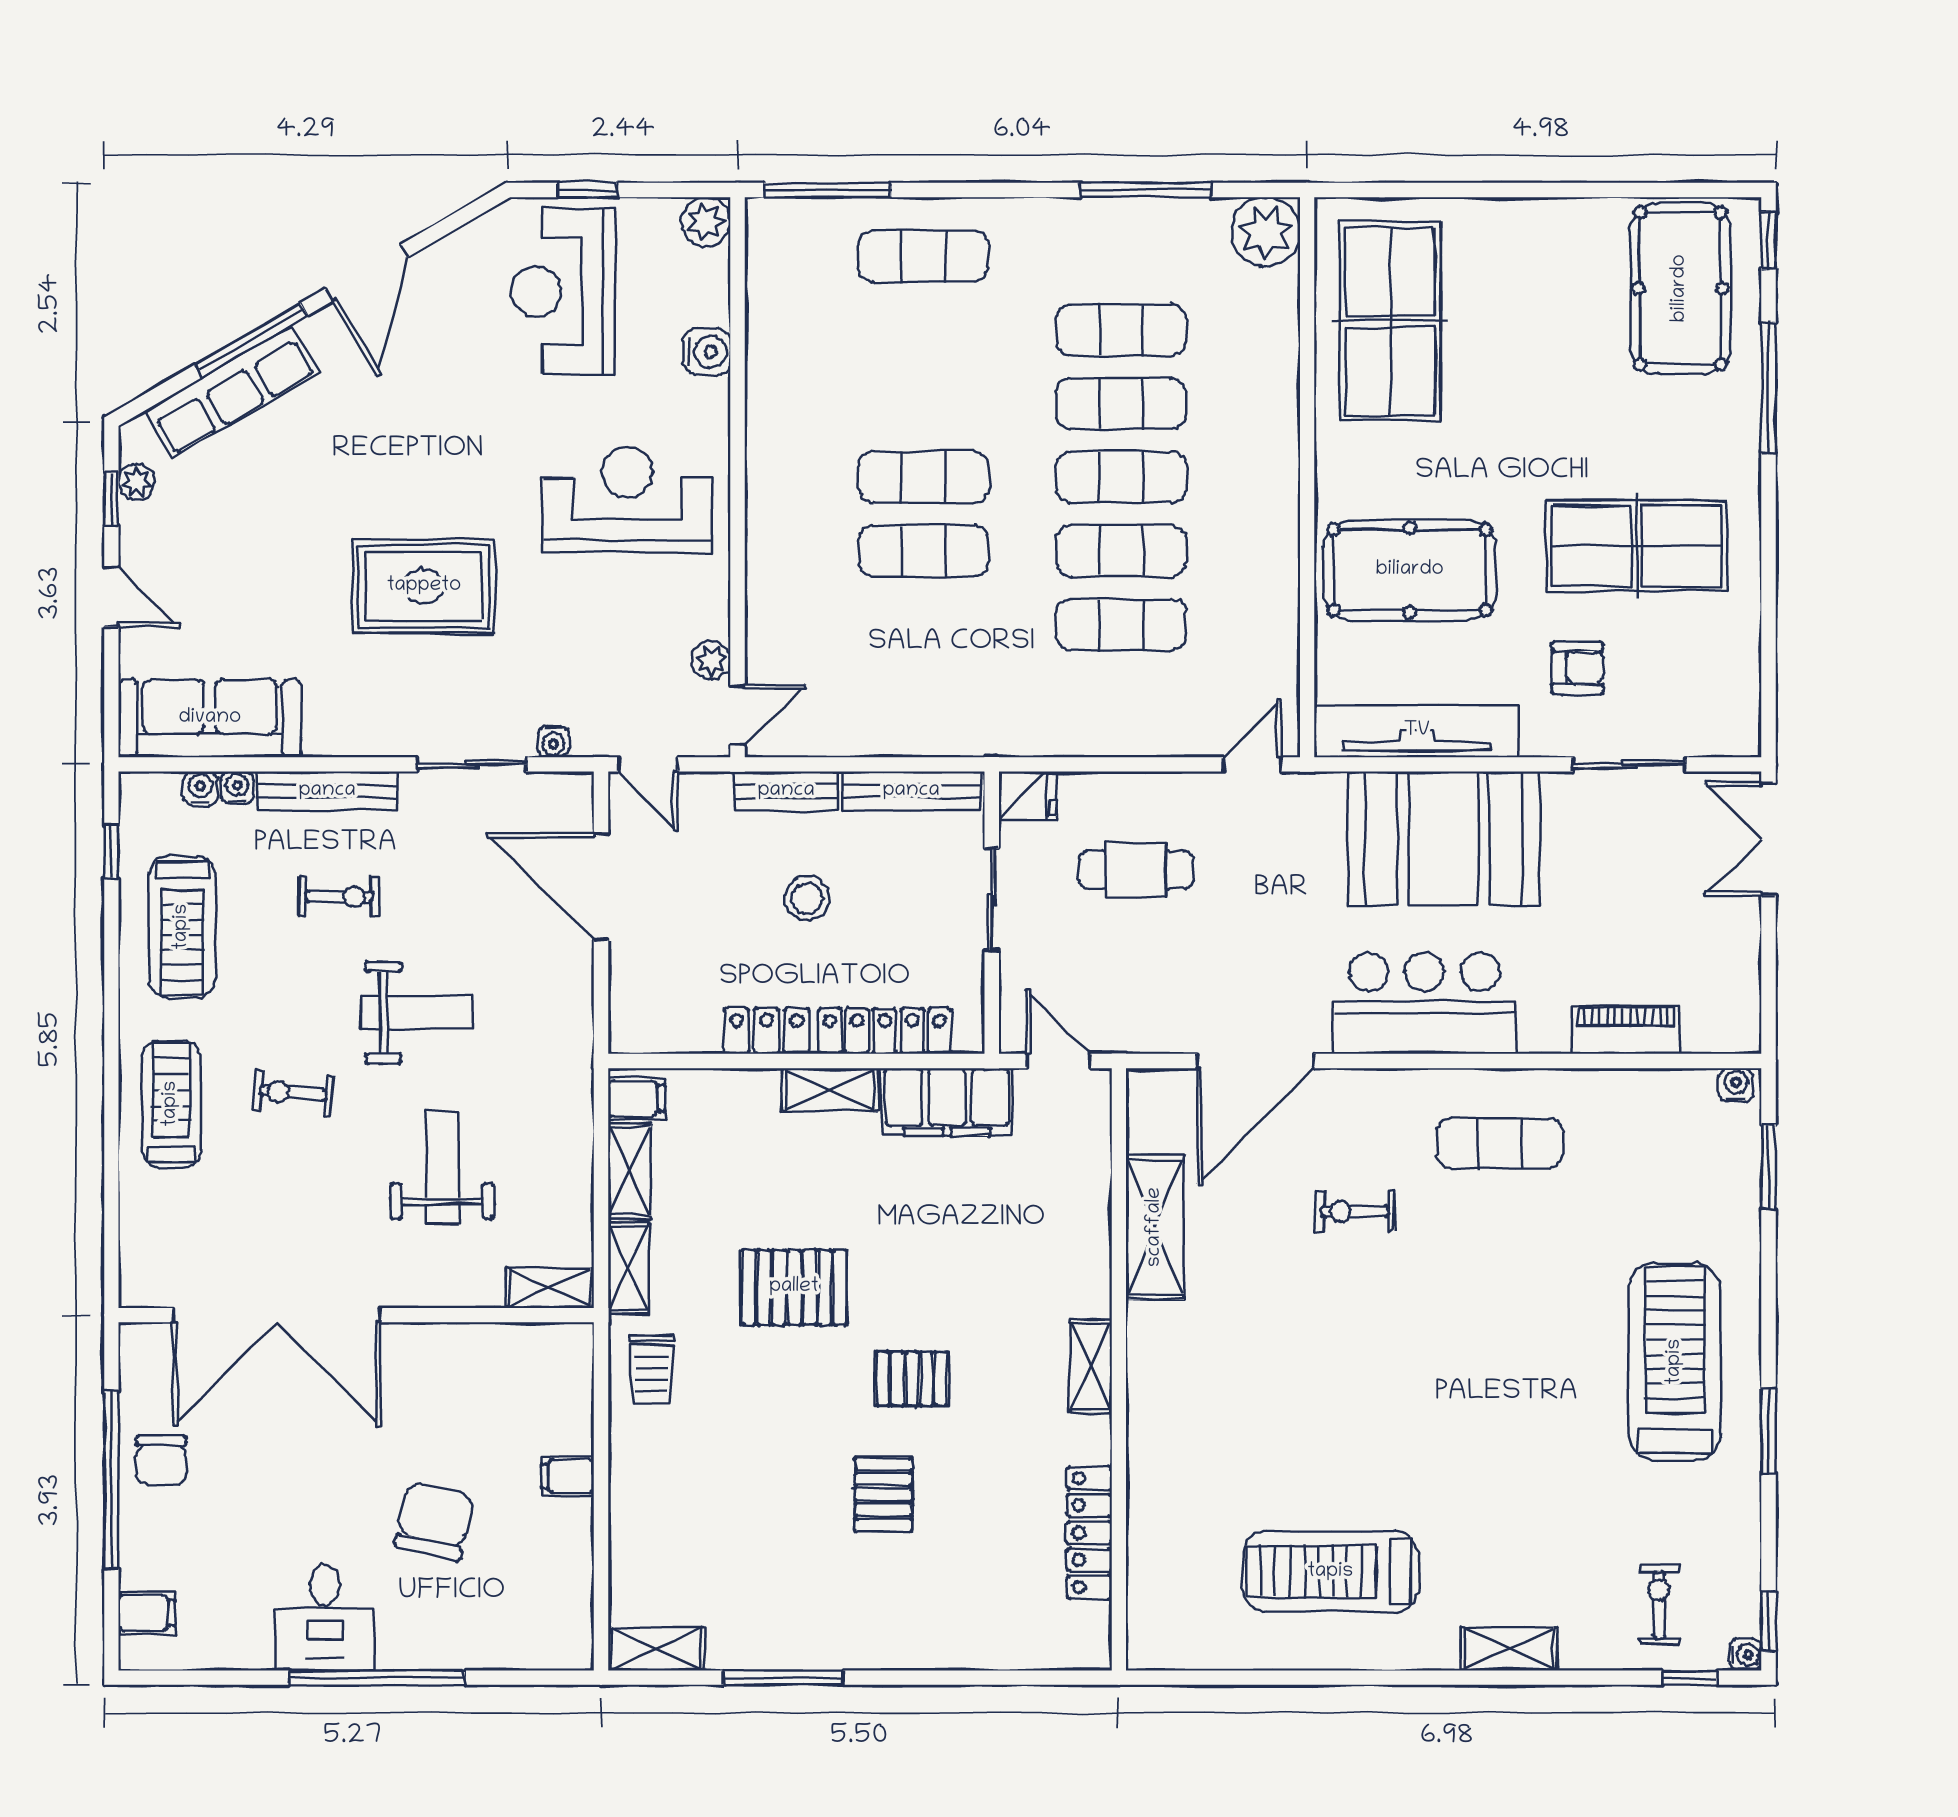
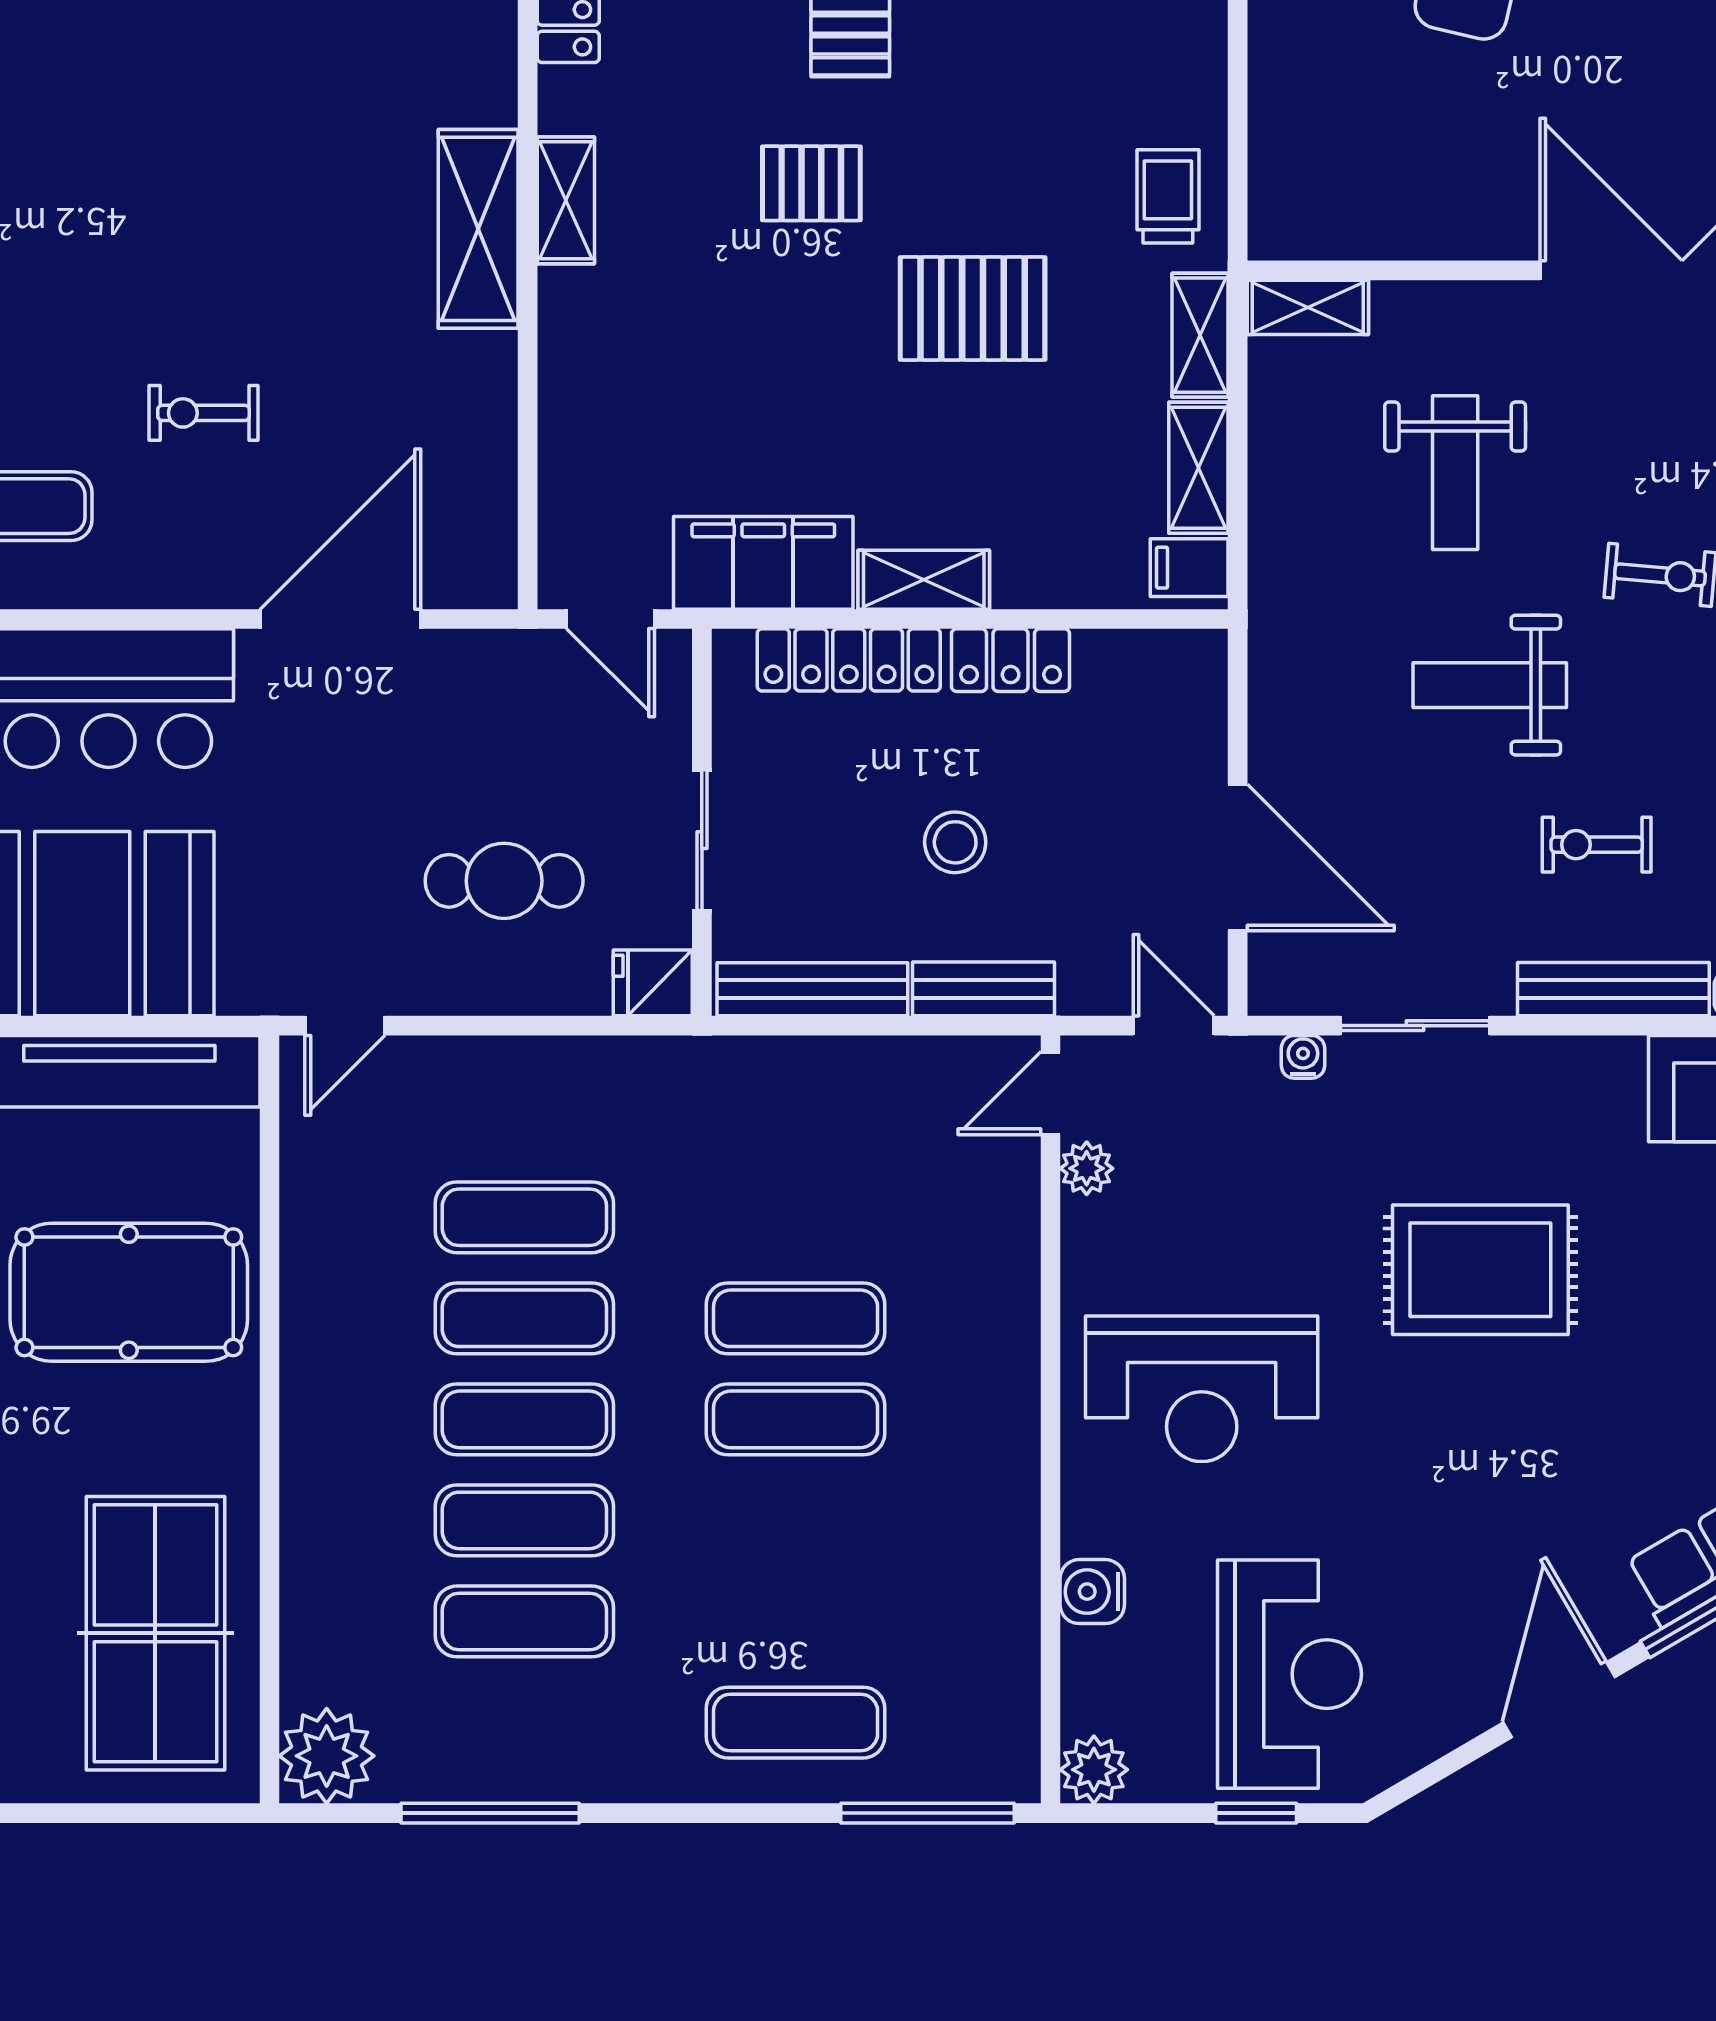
exercise bike: (1355, 1211) -> (204, 413), turned 180
shelving: (1155, 1227) -> (478, 229), moved
filing cabinet: (568, 1476) -> (1284, 50), removed

